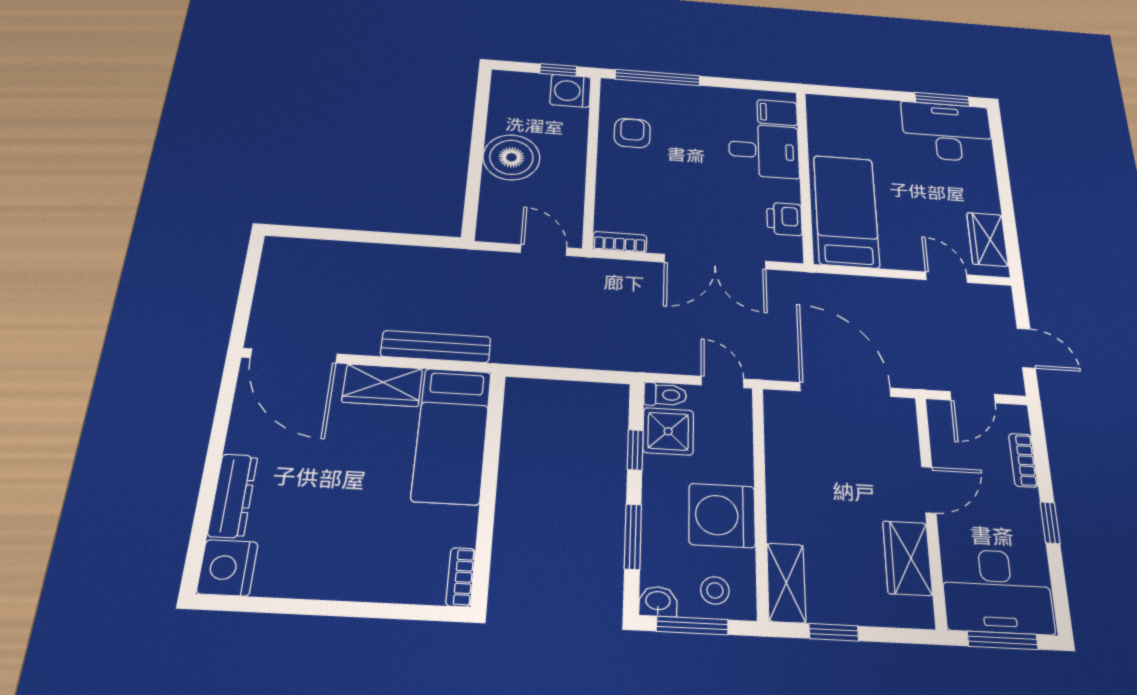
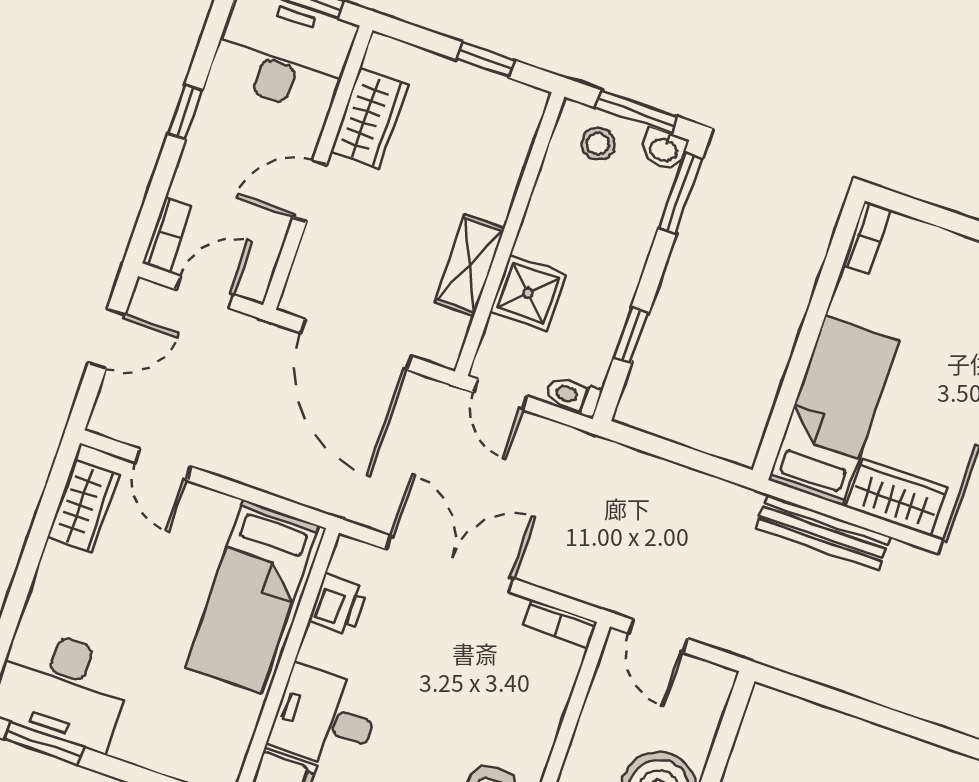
door: (1026, 348) -> (107, 339), swing flipped
shower: (668, 431) -> (528, 293), moved
bookcase: (1023, 460) -> (167, 235), moved
washing machine: (722, 515) -> (560, 228), removed
window: (633, 537) -> (680, 193), moved
shelving: (786, 583) -> (470, 265), moved

